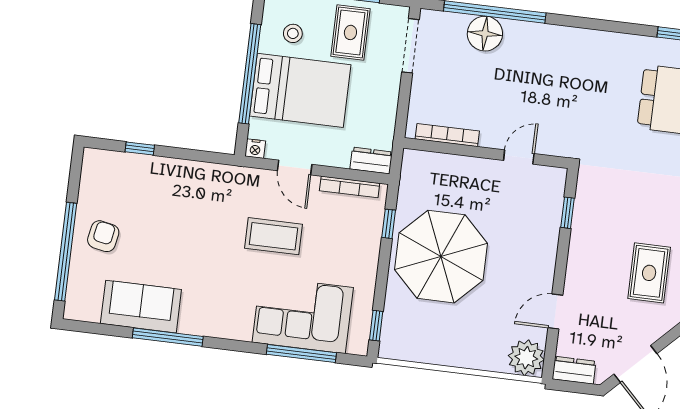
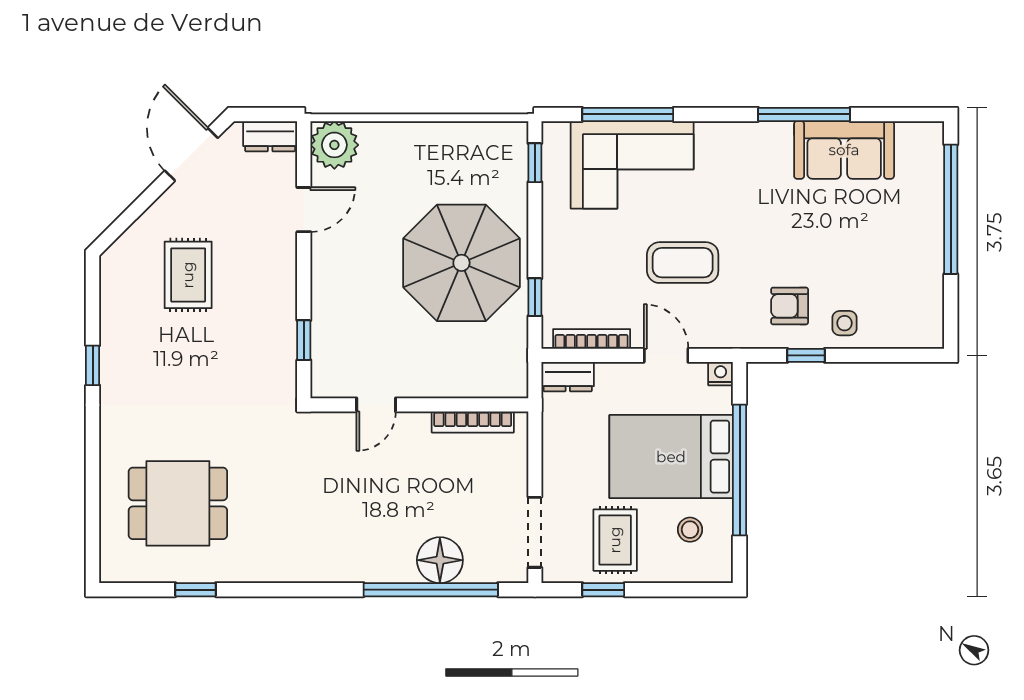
window: (140, 149) -> (806, 355), moved
side table: (157, 175) -> (845, 323), added
armchair: (103, 236) -> (790, 306), moved, turned 79

